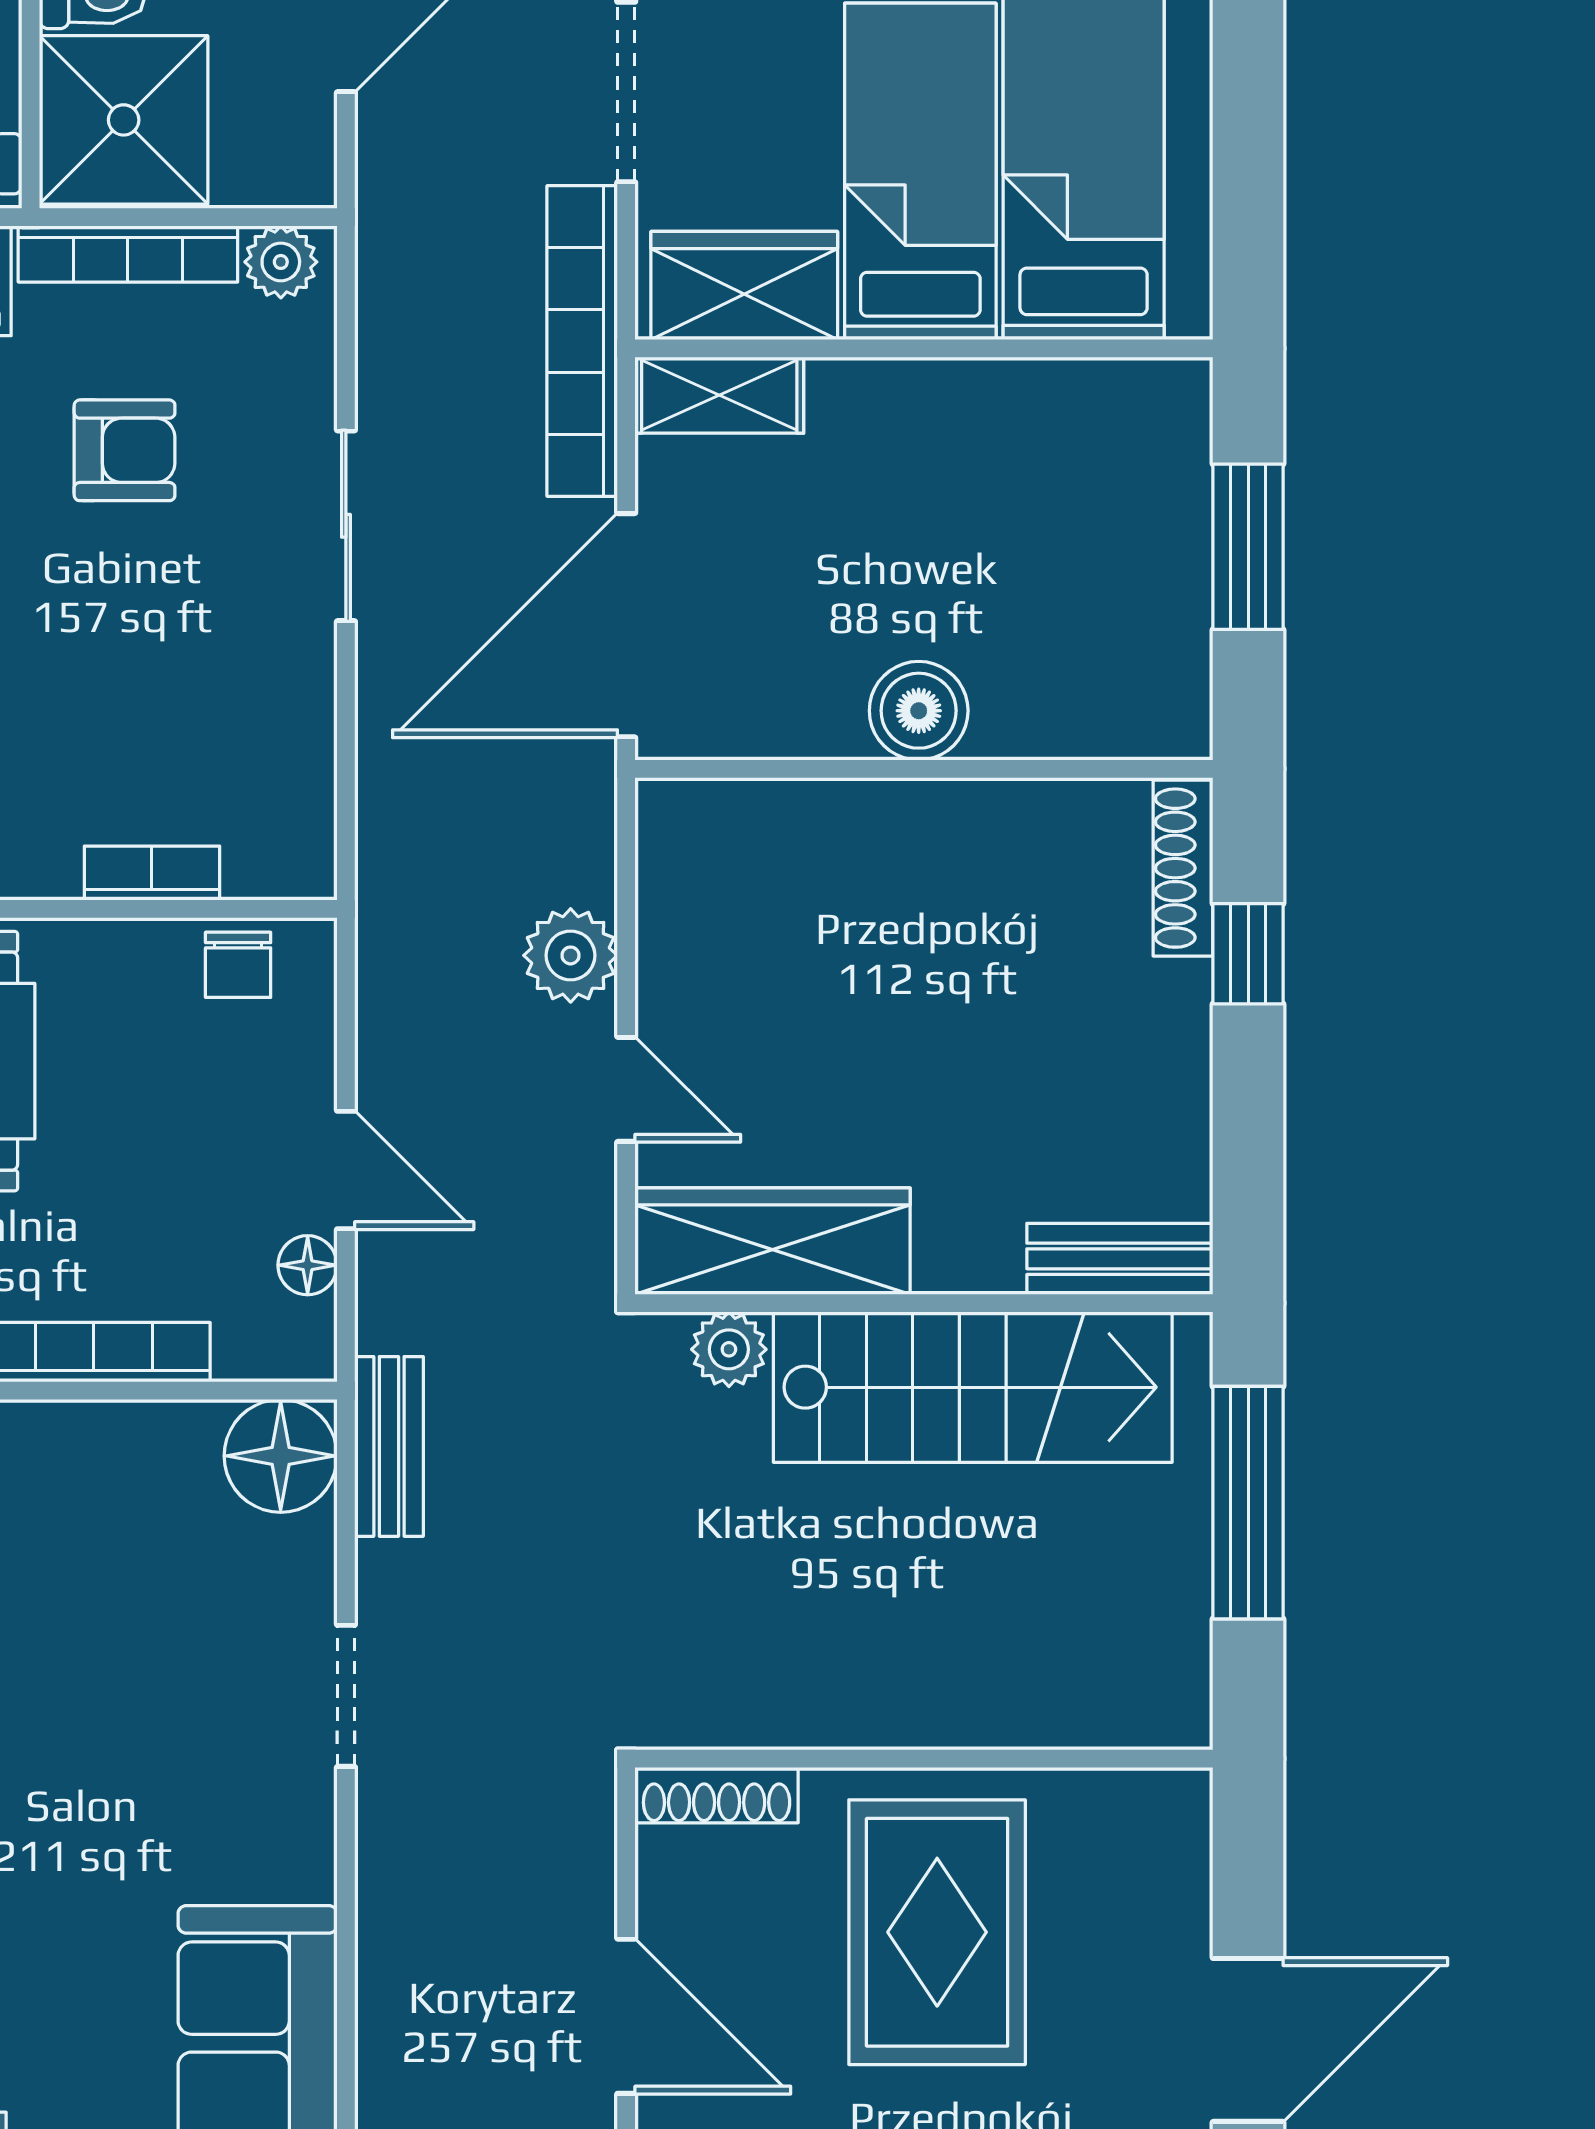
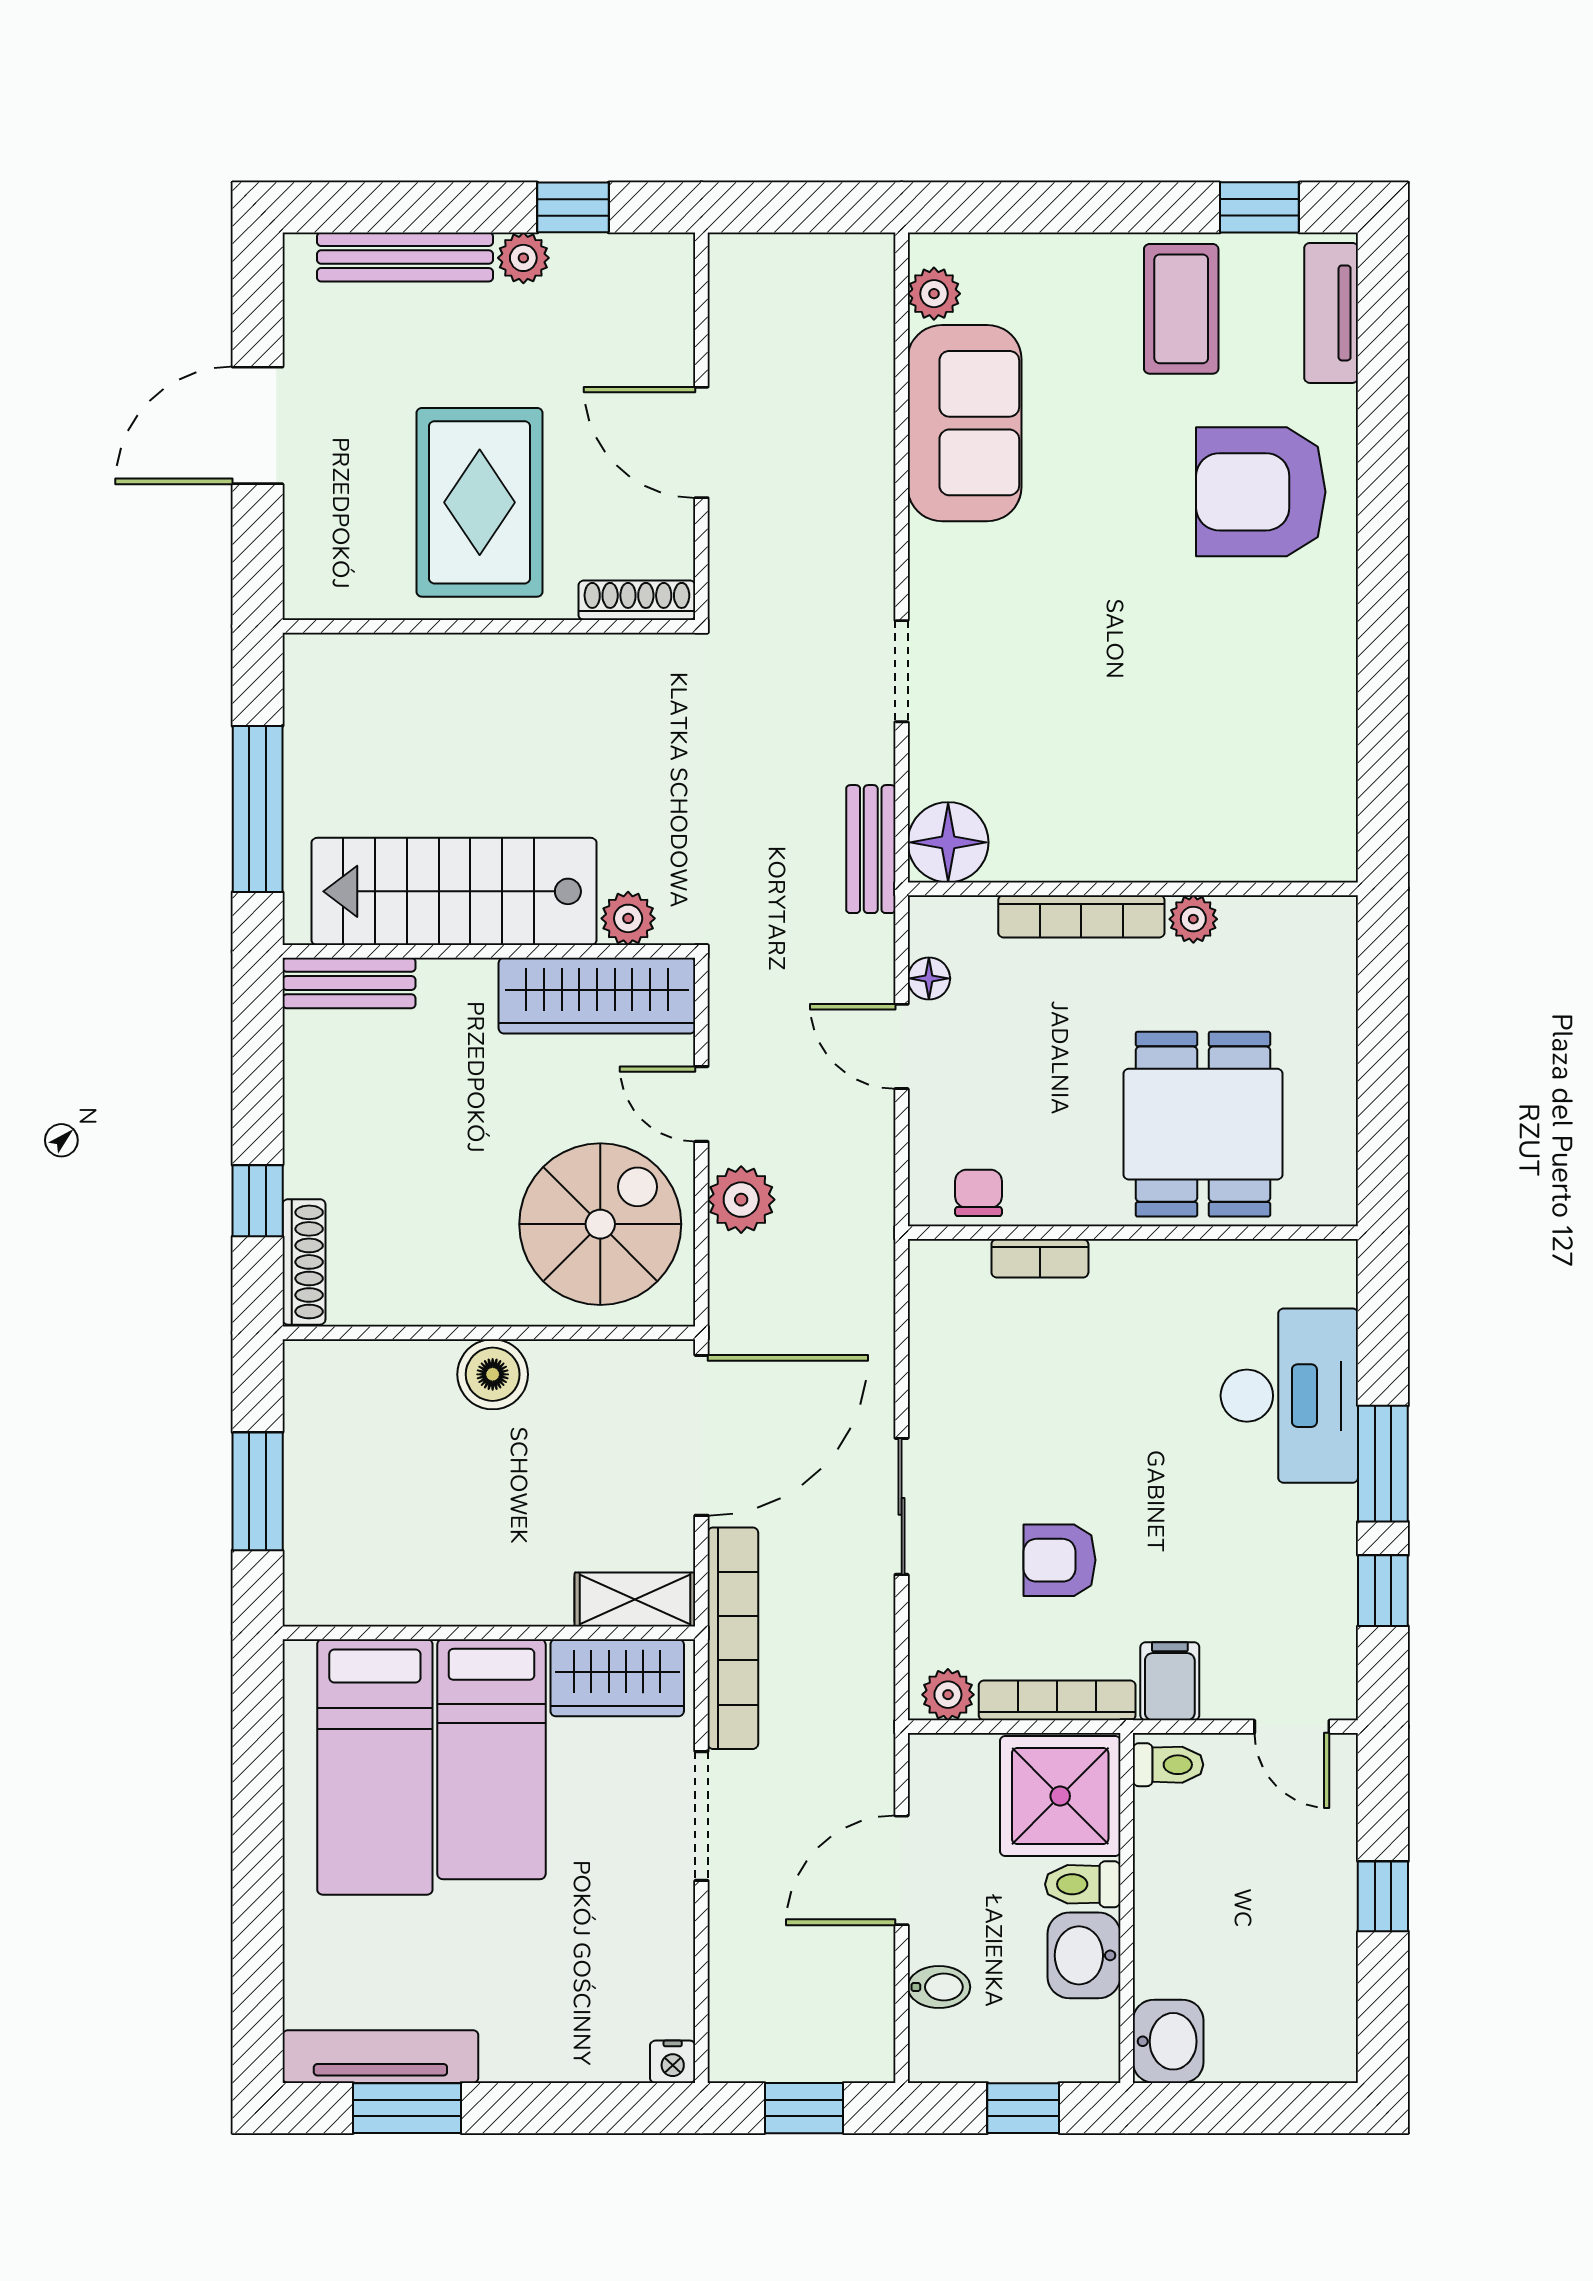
spiral stairs: (768, 921) -> (600, 1224), added

